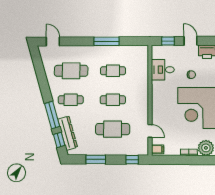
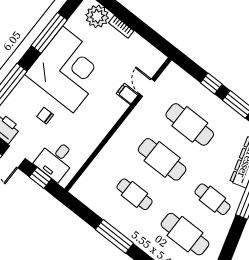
desk: (163, 70) -> (56, 160), moved, turned 90
cafe table: (113, 100) -> (162, 159), width x1.37, depth x1.35
filing cabinet: (158, 149) -> (127, 94), moved
window: (132, 160) -> (211, 84), moved

